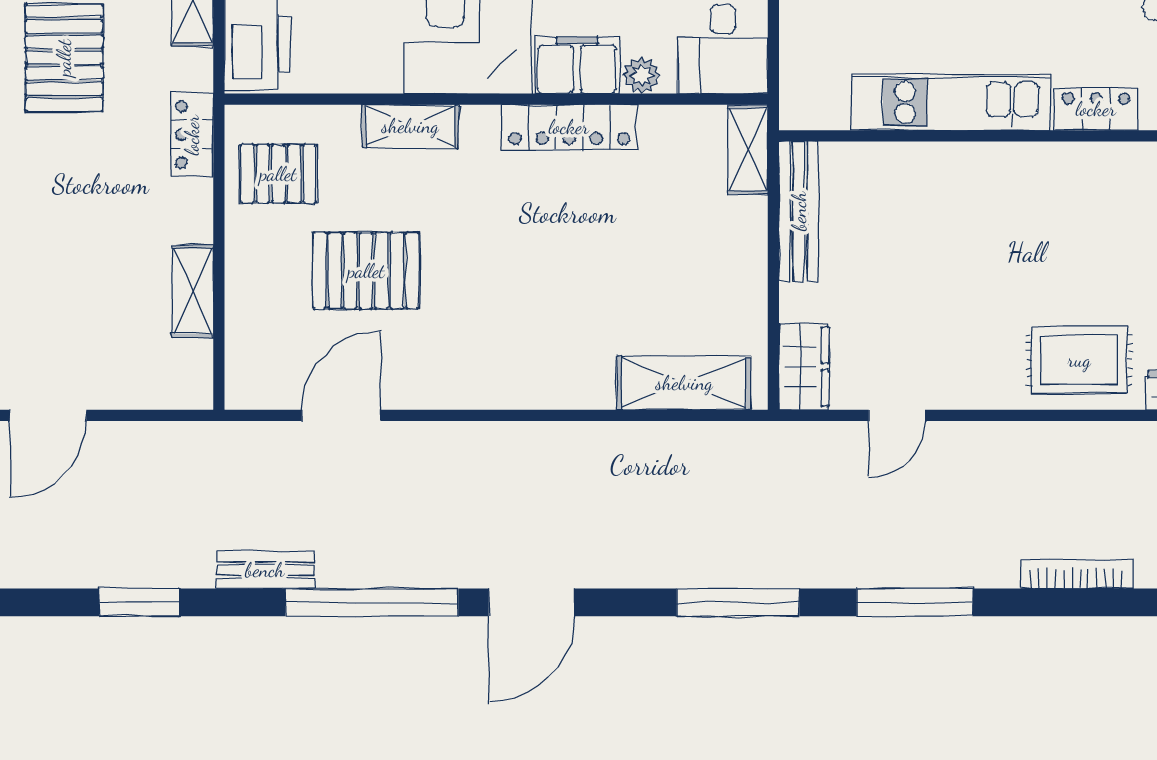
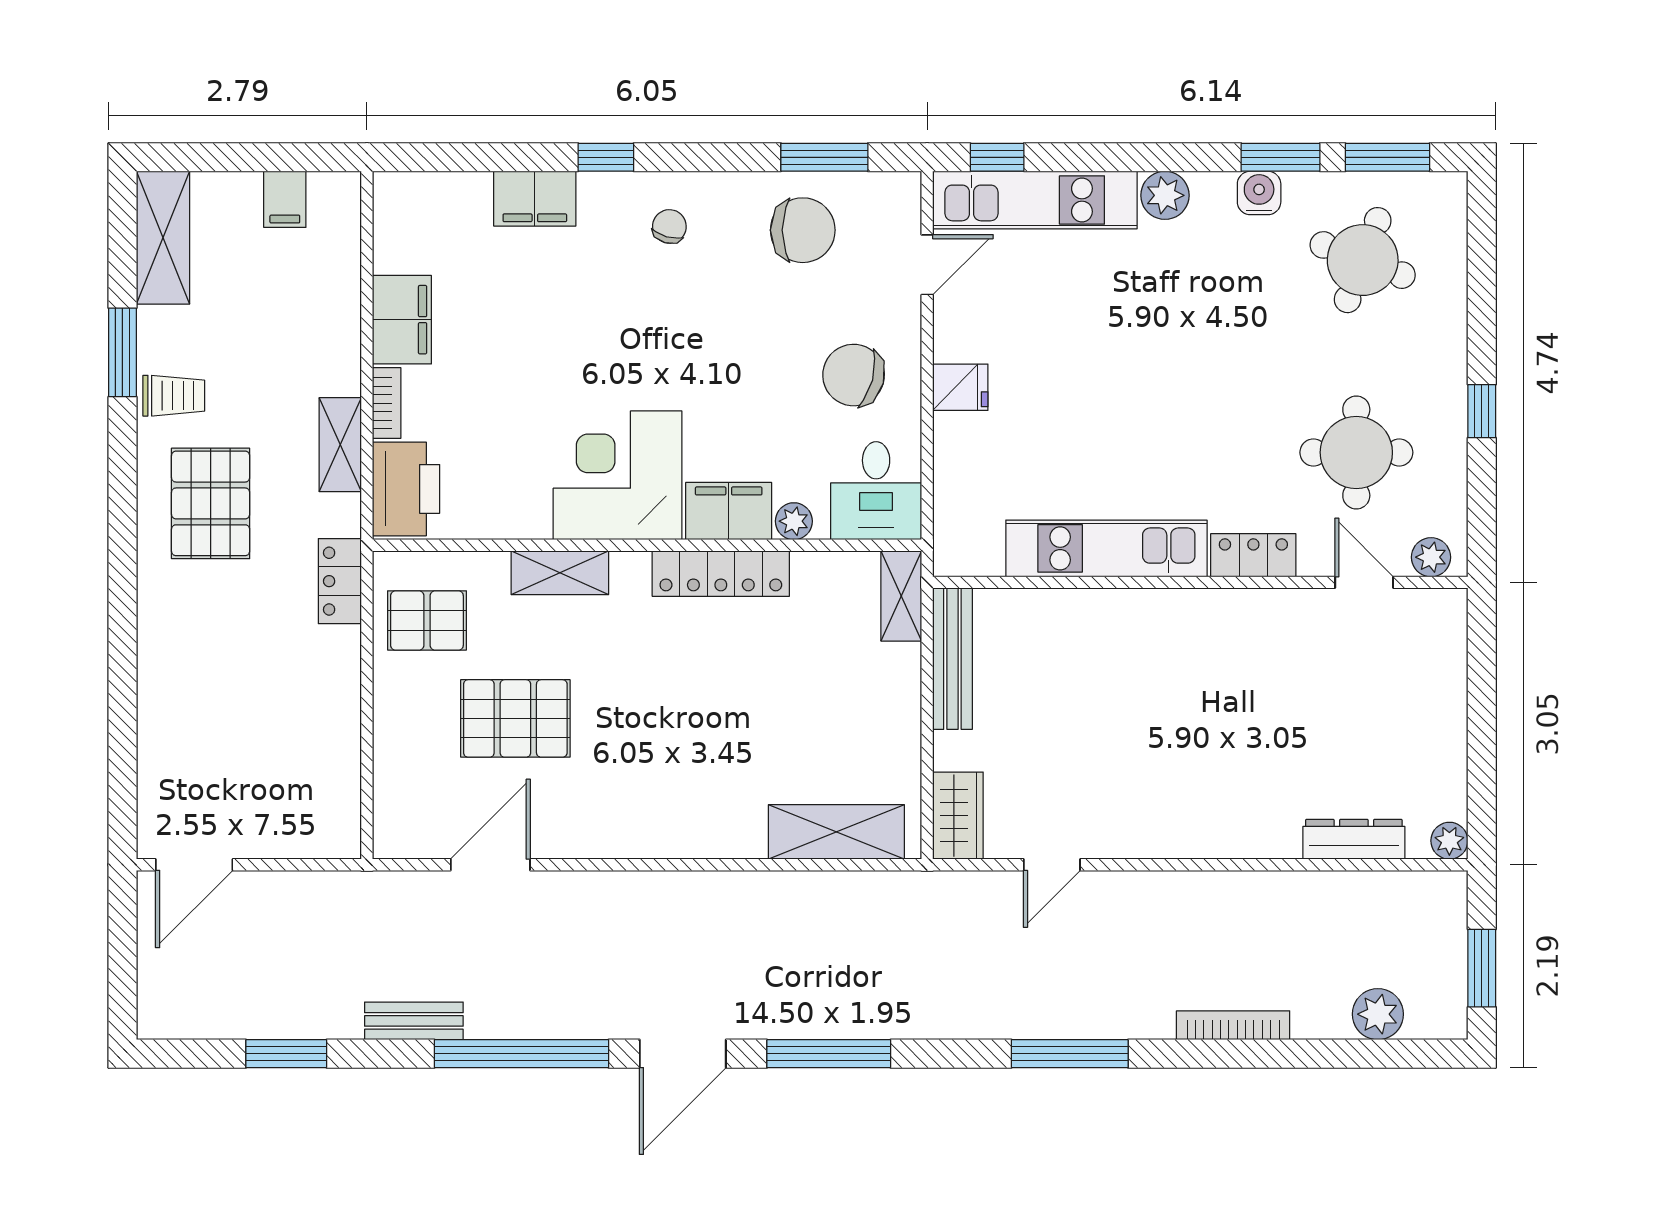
shelving: (193, 291) -> (340, 739), removed
rug: (1079, 360) -> (1236, 809), removed
window: (738, 602) -> (829, 1054), moved

